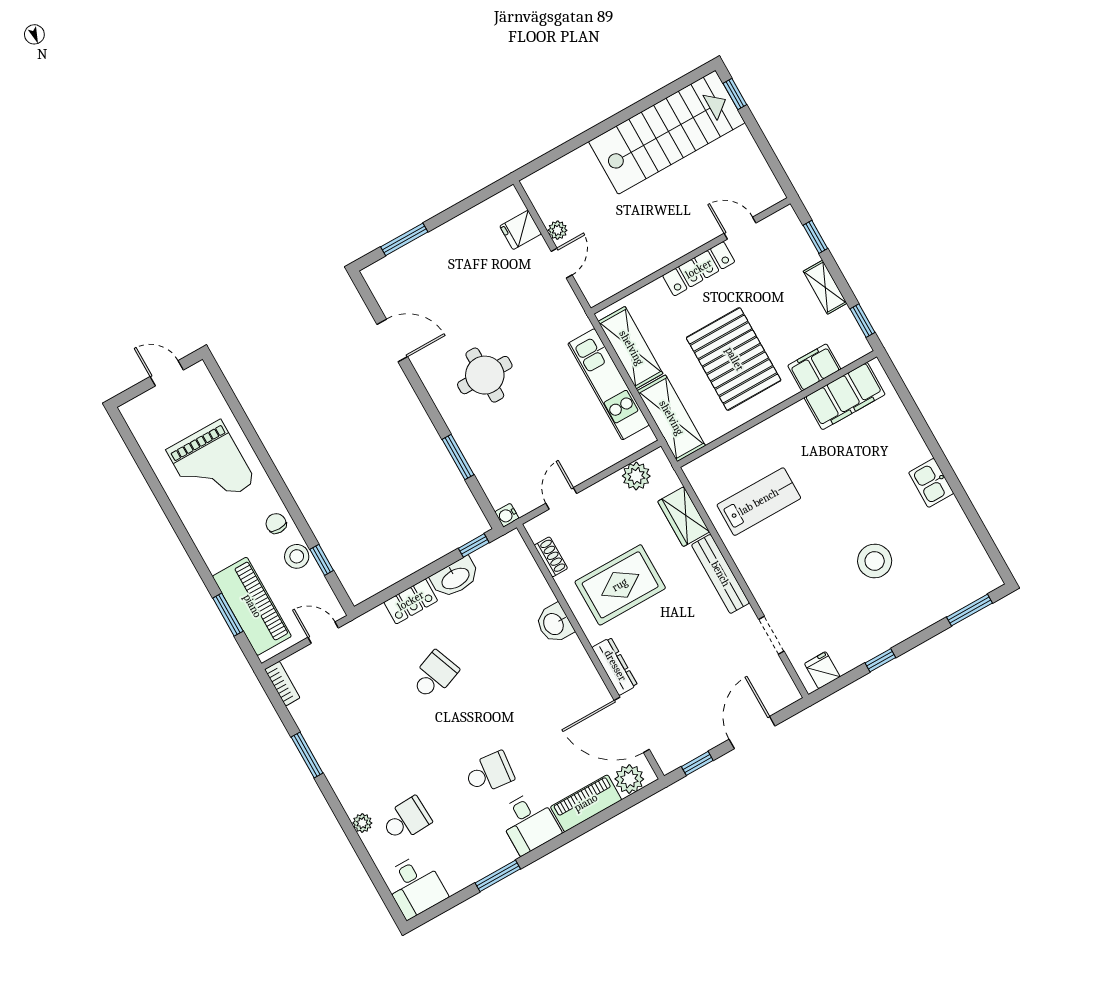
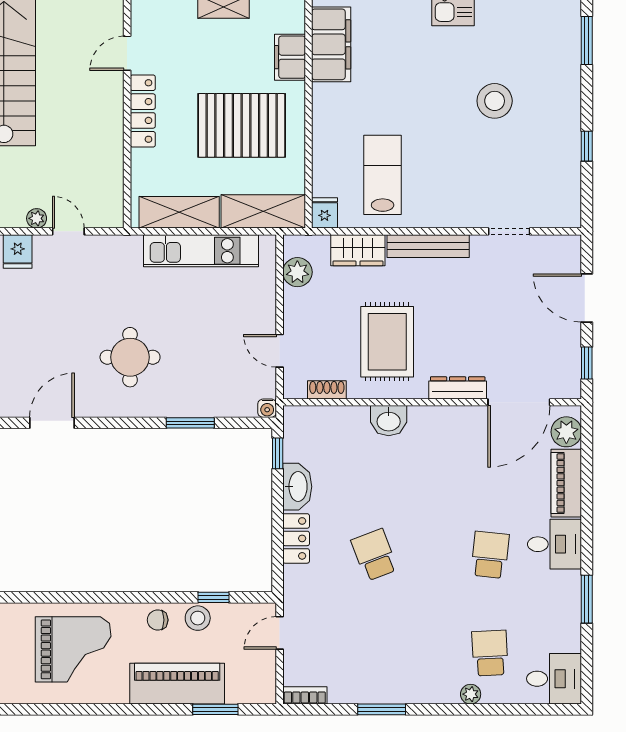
piano: (252, 606) -> (177, 684), moved
fridge: (822, 670) -> (325, 213), moved, turned 90

